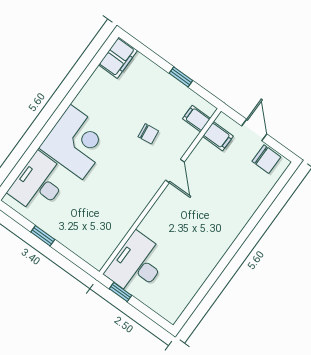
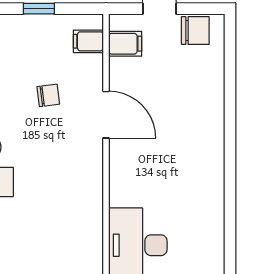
door: (175, 171) -> (106, 115), width x1.38

